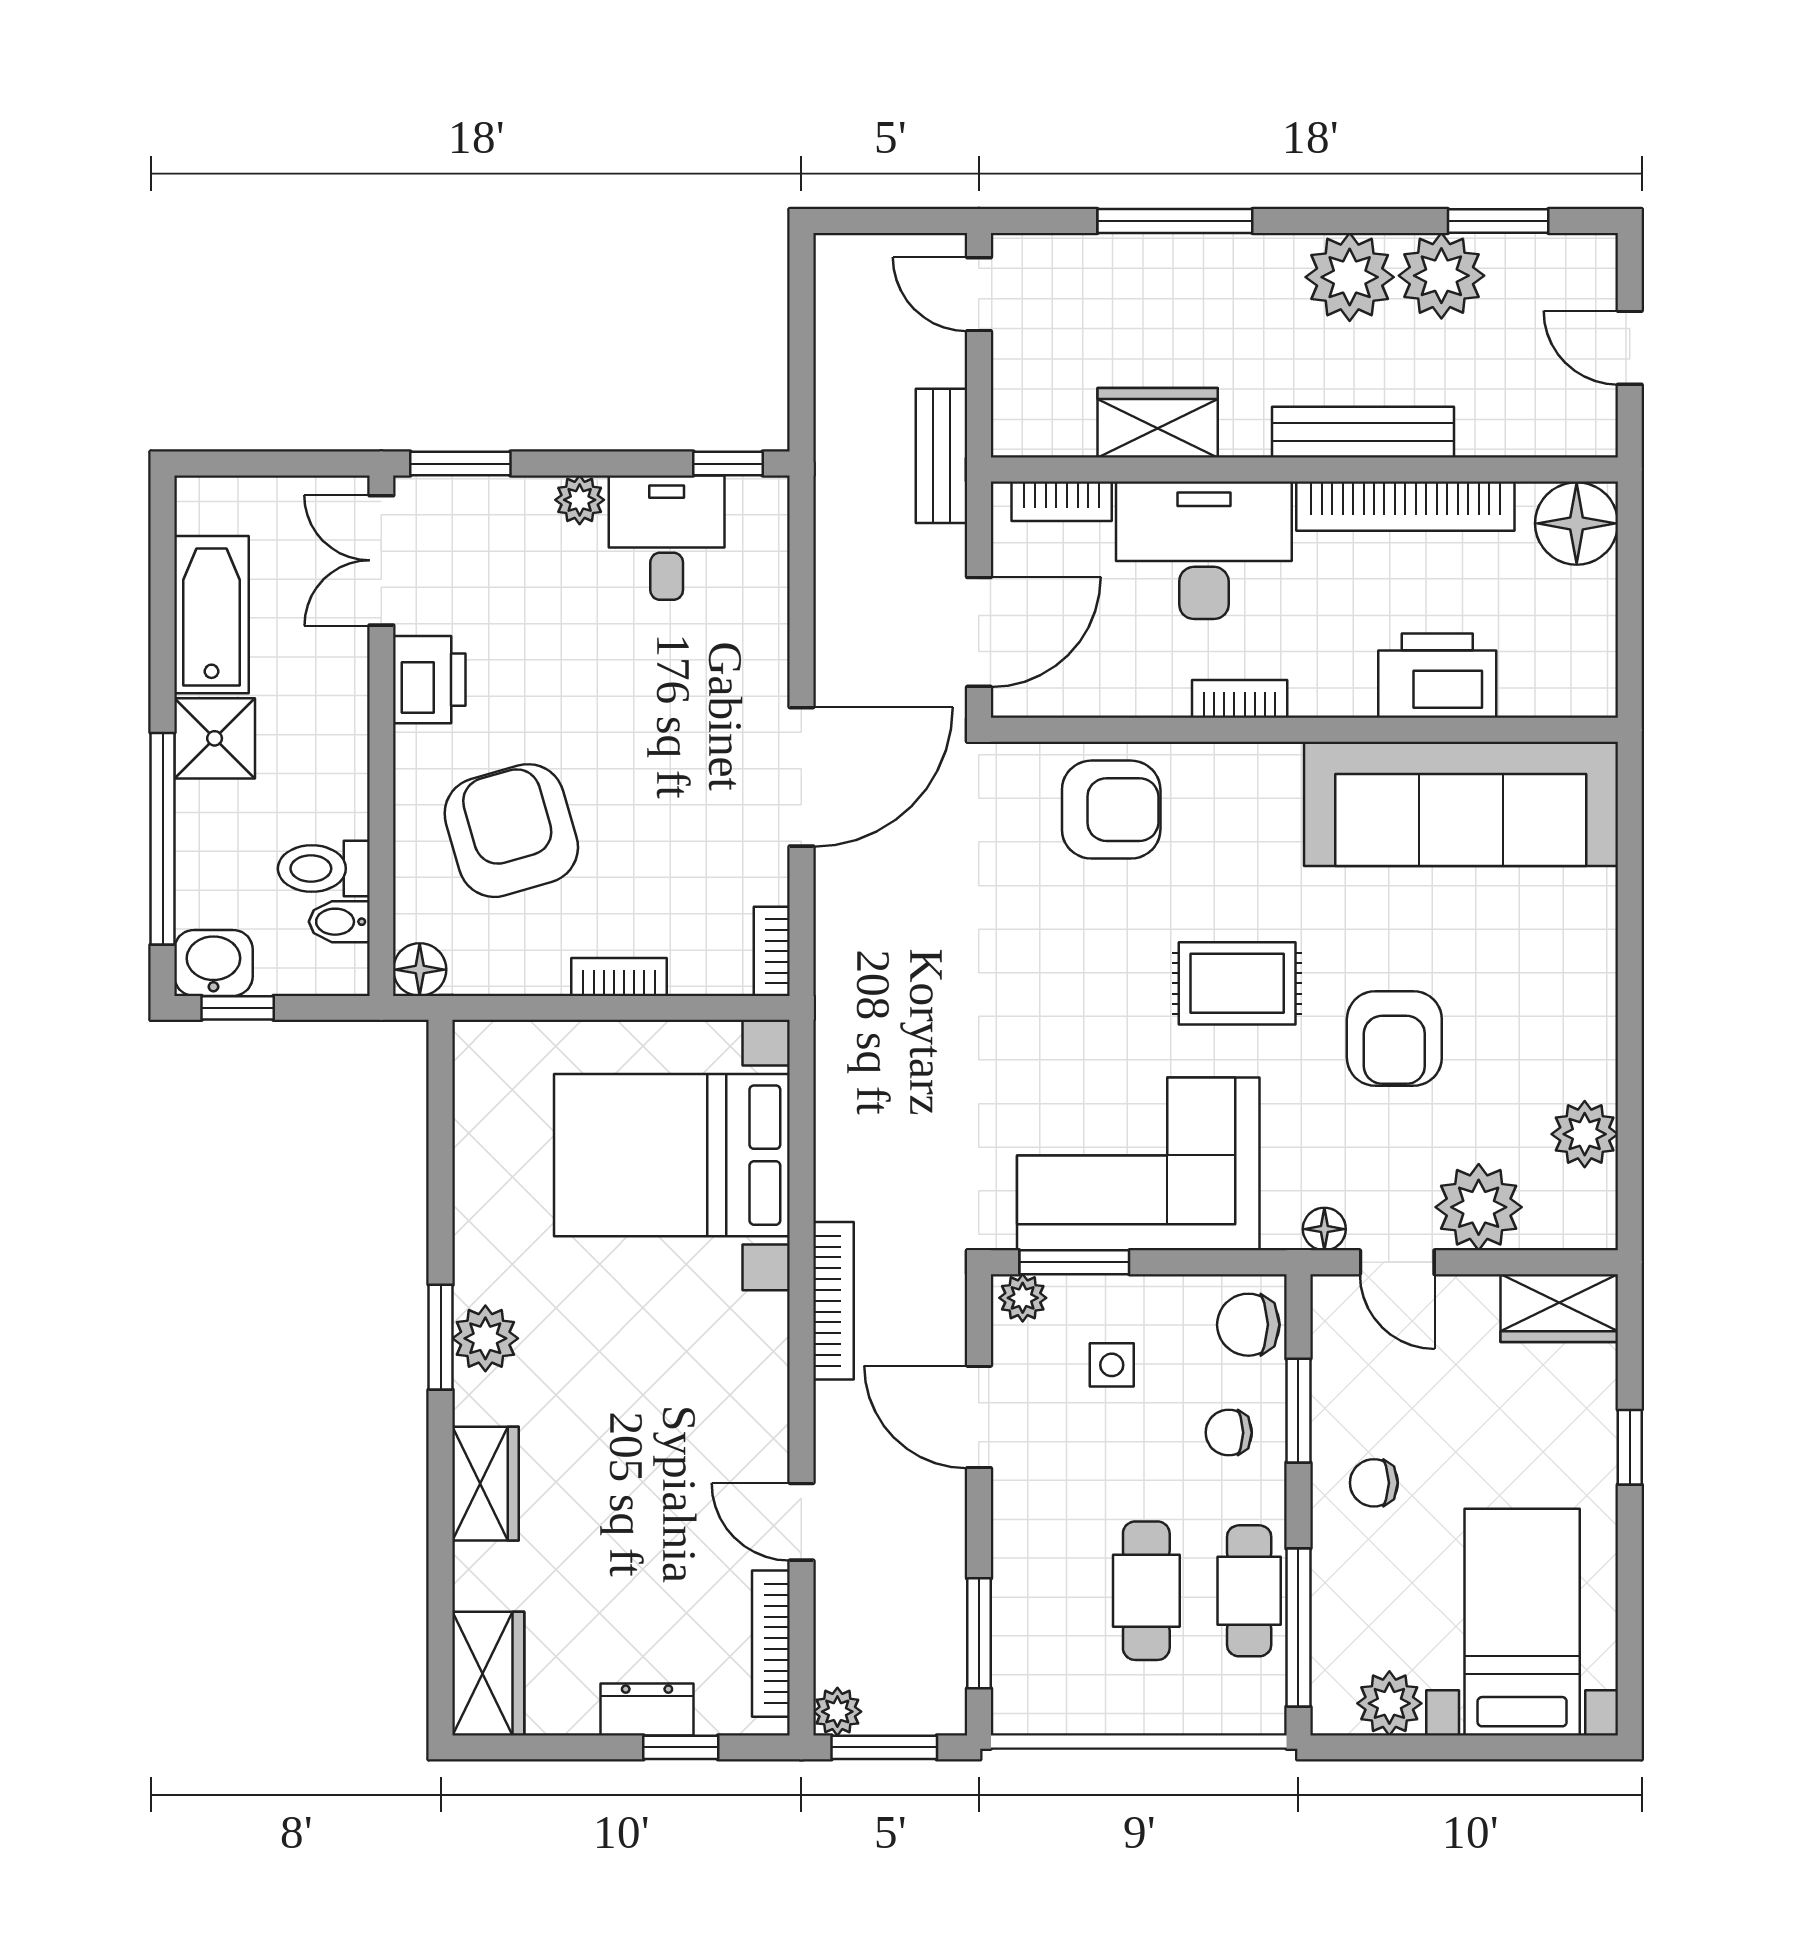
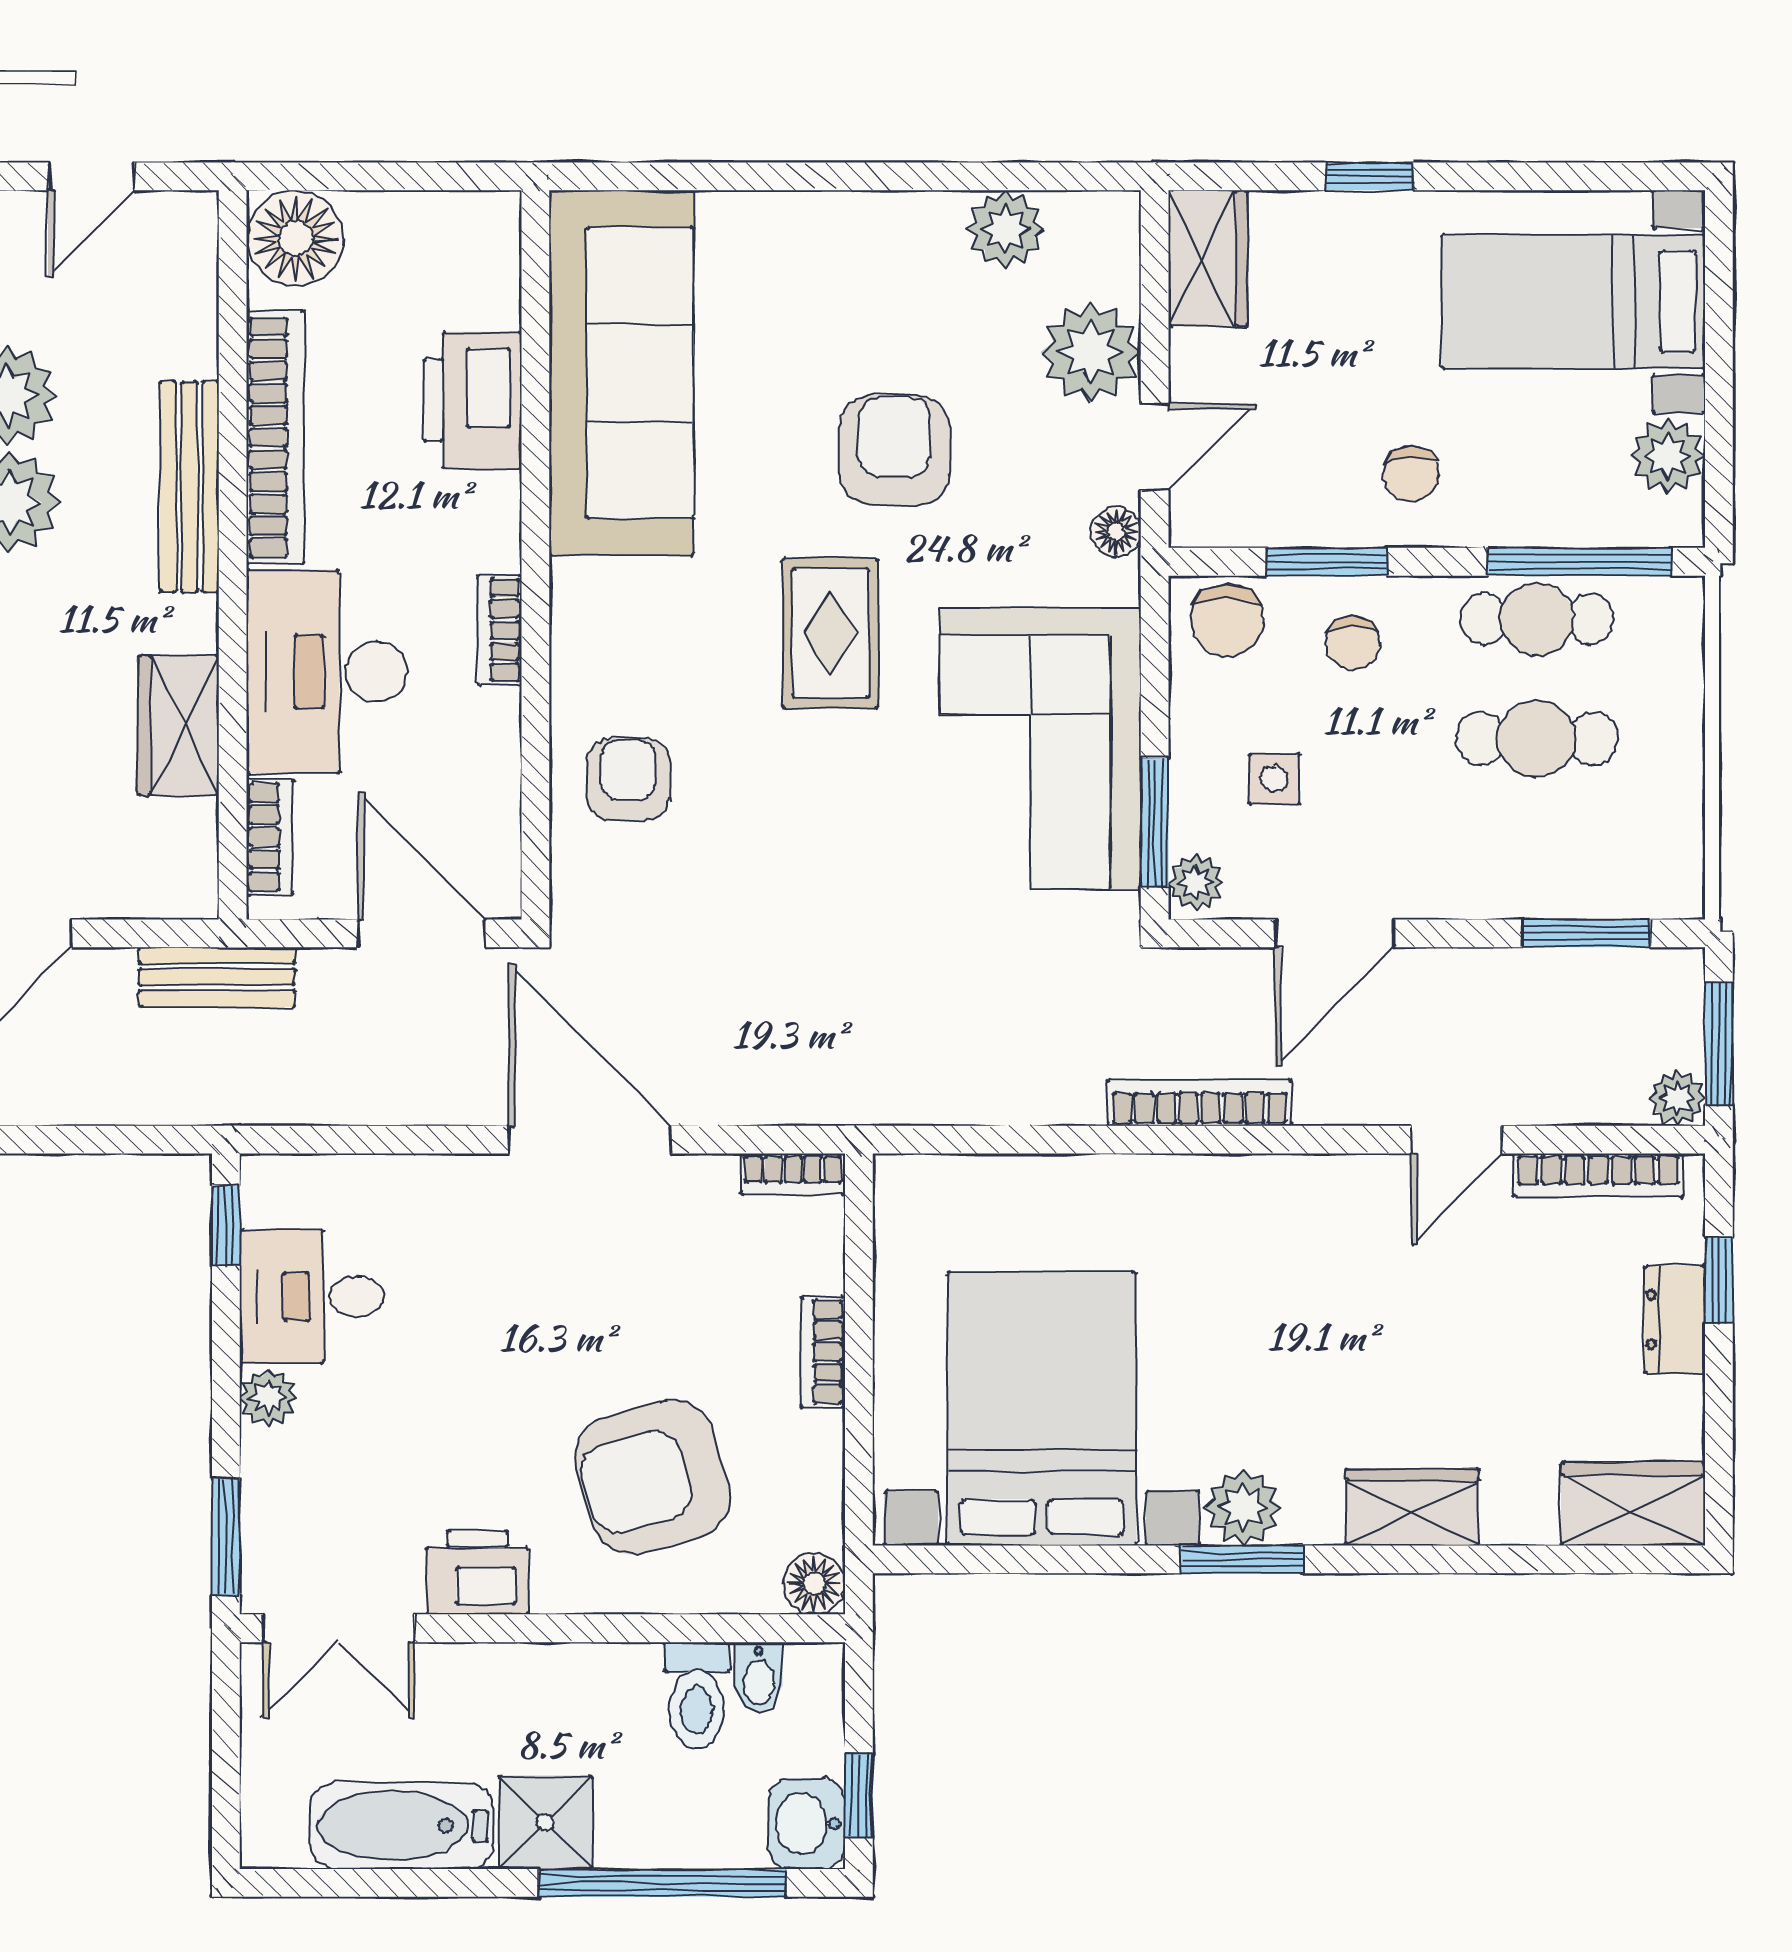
armchair: (1111, 810) -> (628, 780), width x0.72, depth x0.72
armchair: (1394, 1038) -> (894, 450), turned -90
bed with nightstands: (672, 1155) -> (1042, 1409), moved, turned 180

